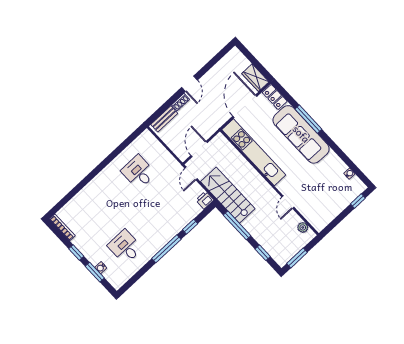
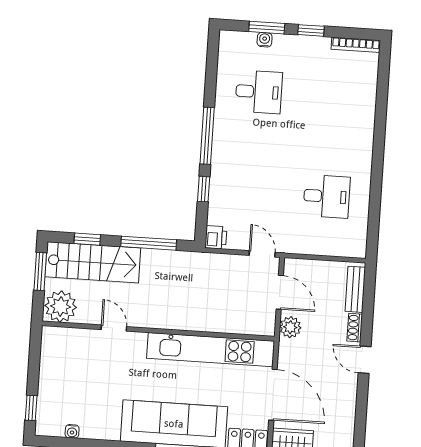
plant: (209, 129) -> (290, 327), added
stairs: (228, 195) -> (93, 262), moved
plant: (303, 227) -> (61, 307), width x1.87, depth x1.87

